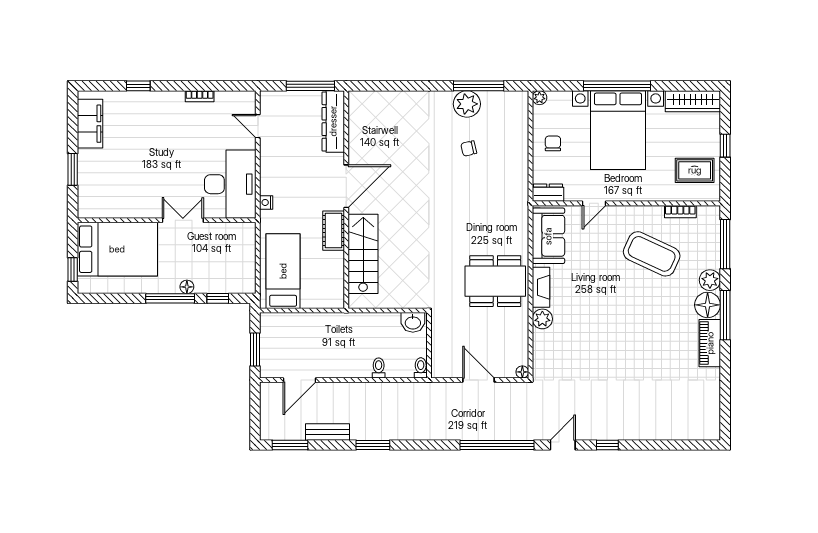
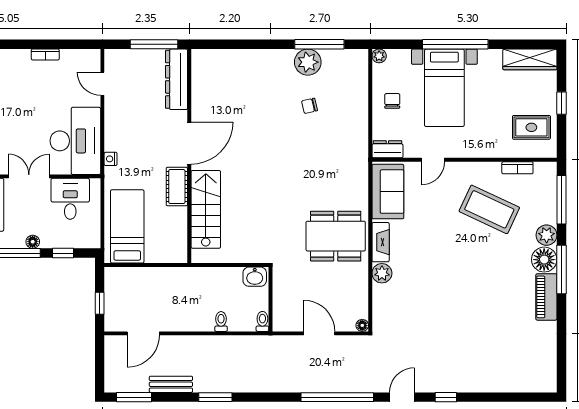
bed with nightstands: (618, 130) -> (444, 88), width x0.73
desk: (225, 243) -> (70, 199), added
window: (255, 349) -> (100, 303), width x0.67

